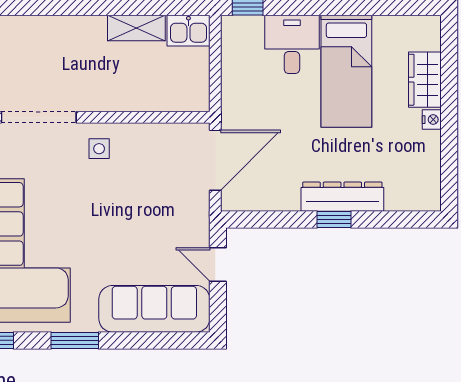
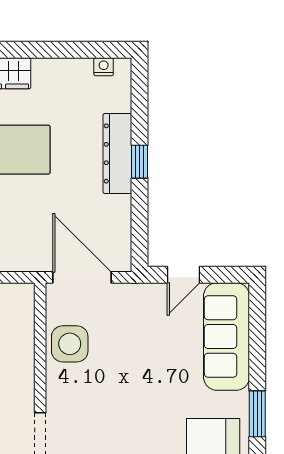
nightstand: (432, 120) -> (104, 67), moved
side table: (99, 149) -> (70, 344), moved, width x1.87, depth x1.87

